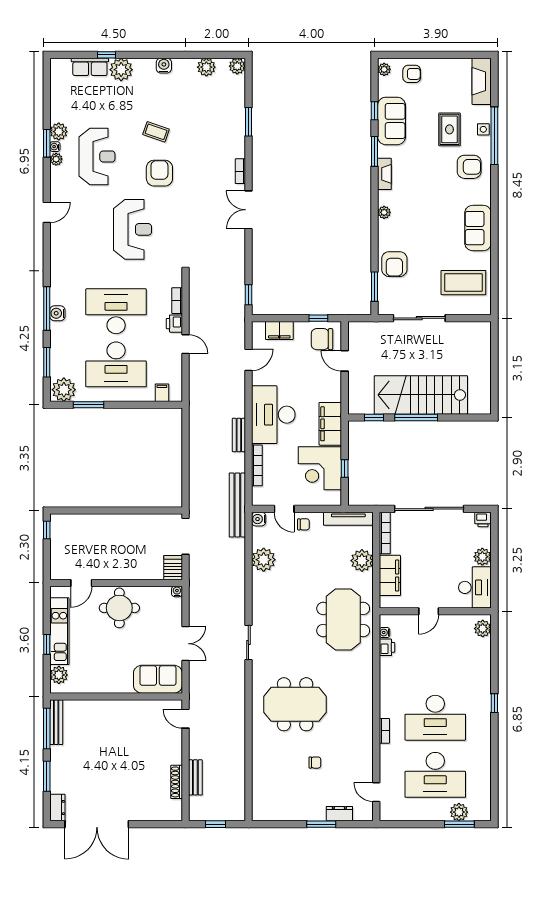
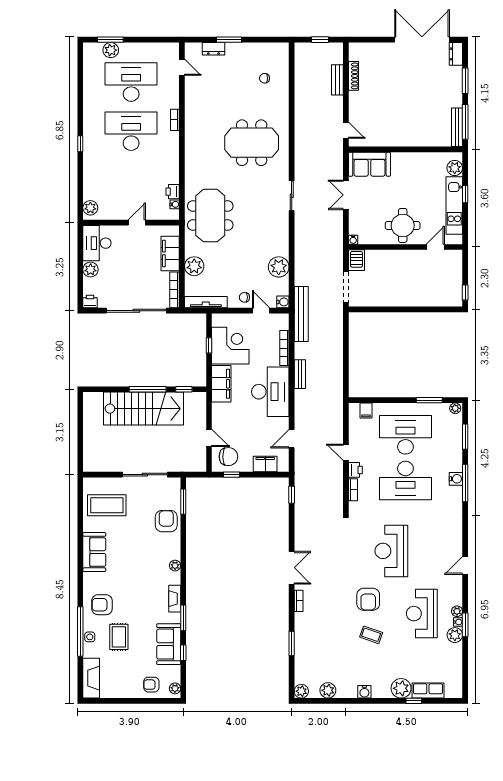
plant: (64, 390) -> (455, 408), width x0.53, depth x0.53
chair: (315, 763) -> (265, 78), moved

